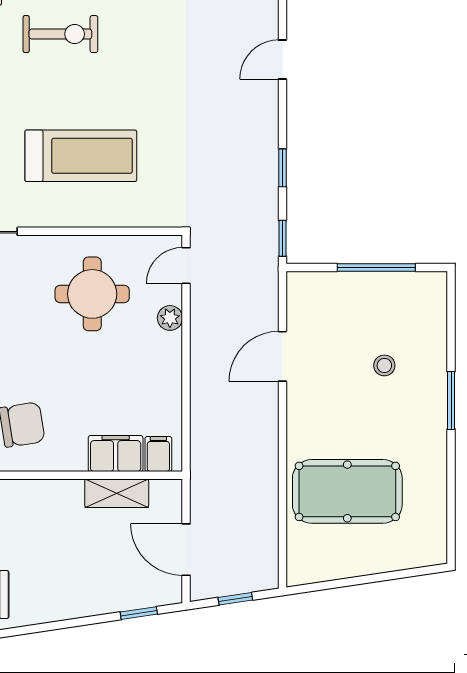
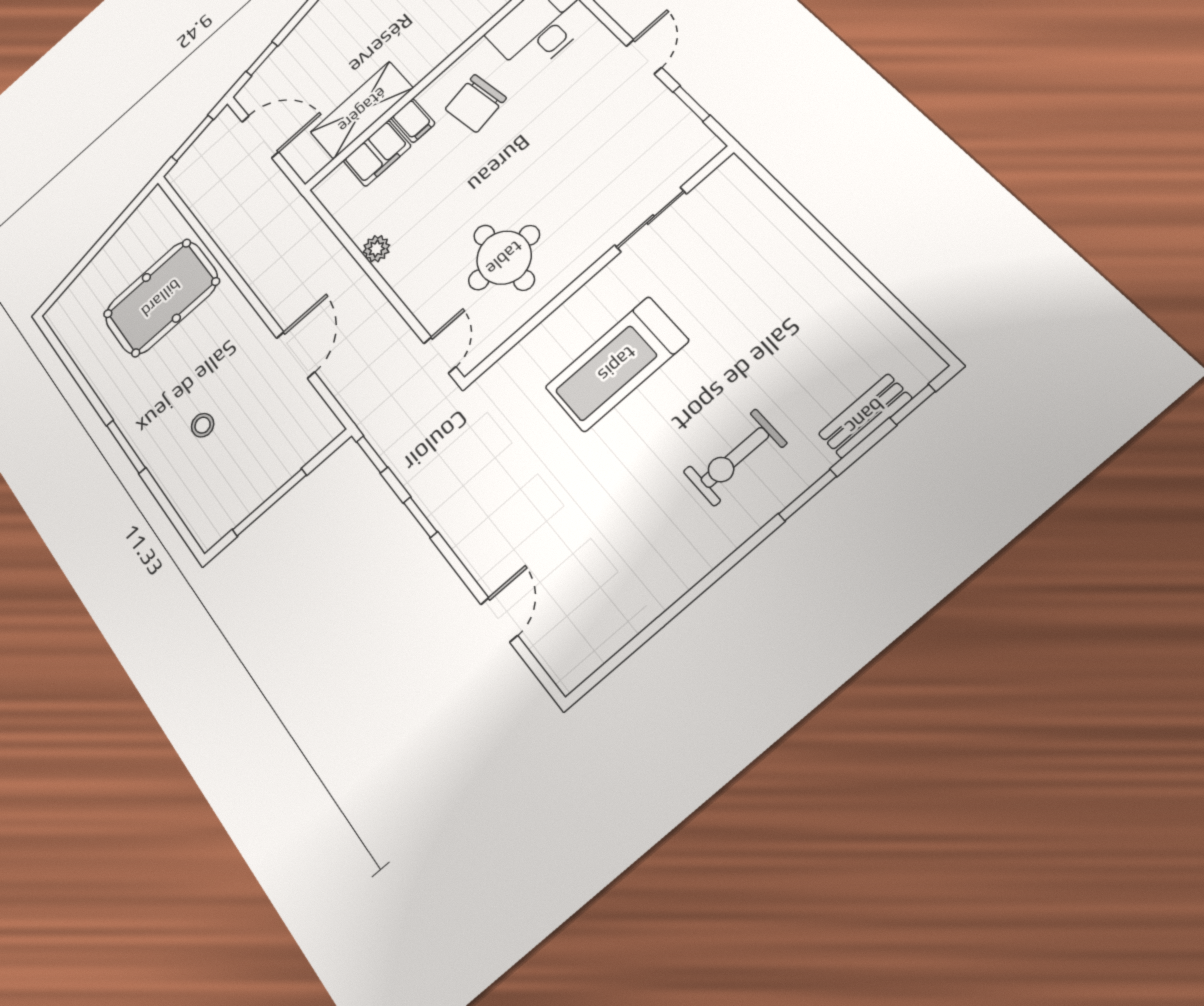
plant: (170, 318) -> (376, 249), moved
filing cabinet: (158, 454) -> (413, 121), moved
shelving: (117, 493) -> (362, 110), width x1.50, depth x1.33
window: (235, 599) -> (193, 138), width x1.50

